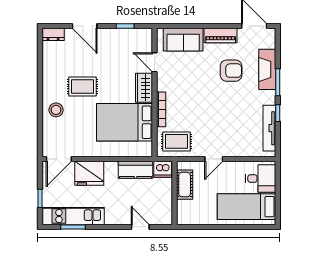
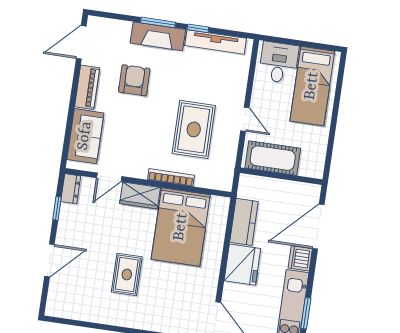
dresser: (53, 34) -> (71, 189), moved
fireplace: (267, 69) -> (158, 36), moved
stool: (56, 110) -> (152, 313), removed
rug: (177, 141) -> (194, 129), moved, width x1.36, depth x1.43
dishwasher: (163, 169) -> (300, 258), moved, turned 180
fridge: (89, 173) -> (242, 265), moved
cot: (185, 185) -> (273, 158), width x1.37, depth x1.34
door: (140, 227) -> (318, 227), width x1.87

